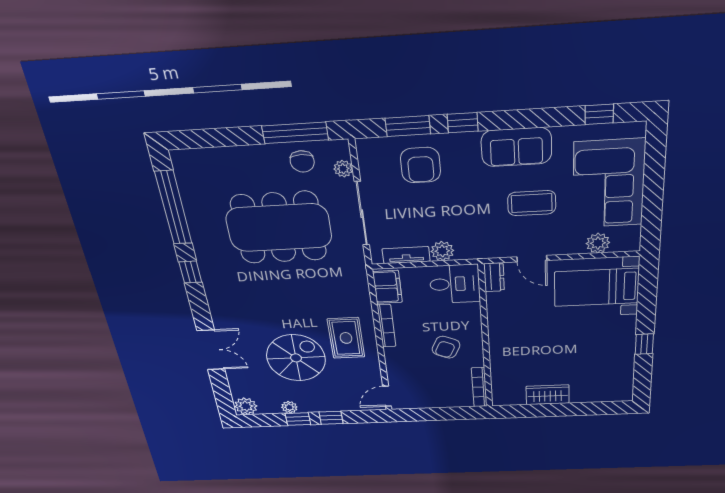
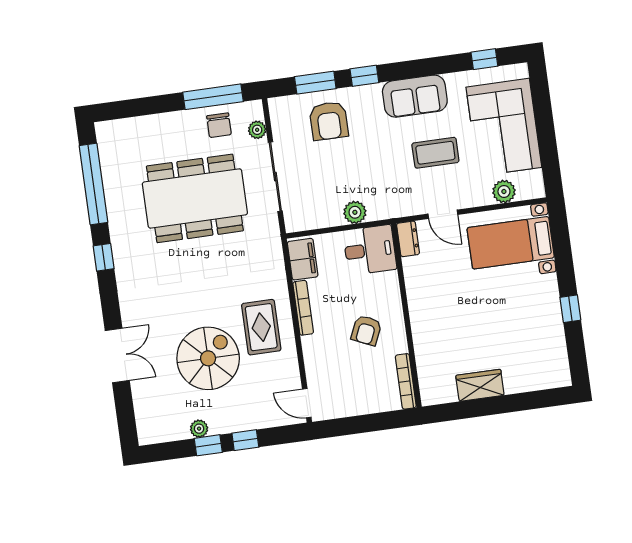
tv unit: (406, 255) -> (320, 220), removed
door: (387, 396) -> (307, 403), hinge flipped
plant: (246, 406) -> (151, 432), removed

